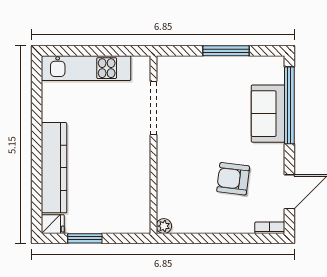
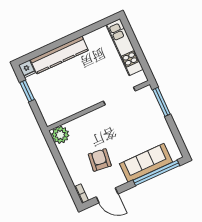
window: (226, 51) -> (161, 102), moved
sofa: (268, 114) -> (146, 163), width x1.36
plant: (164, 226) -> (60, 135), width x1.88, depth x1.88

